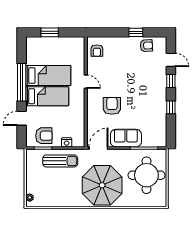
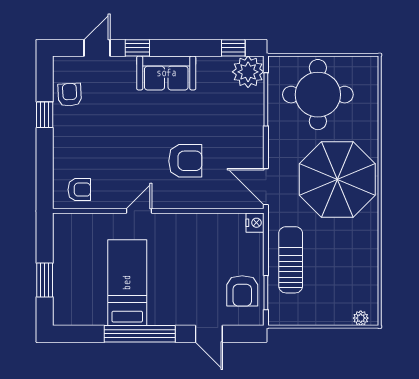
bed: (47, 96) -> (167, 285), removed
armchair: (112, 106) -> (185, 161), turned 180
window: (171, 107) -> (233, 48), moved
armchair: (44, 136) -> (242, 291), turned 180
sofa: (126, 138) -> (166, 73), moved, turned -90
plant: (158, 139) -> (248, 72), added
nightstand: (67, 142) -> (255, 223), moved

